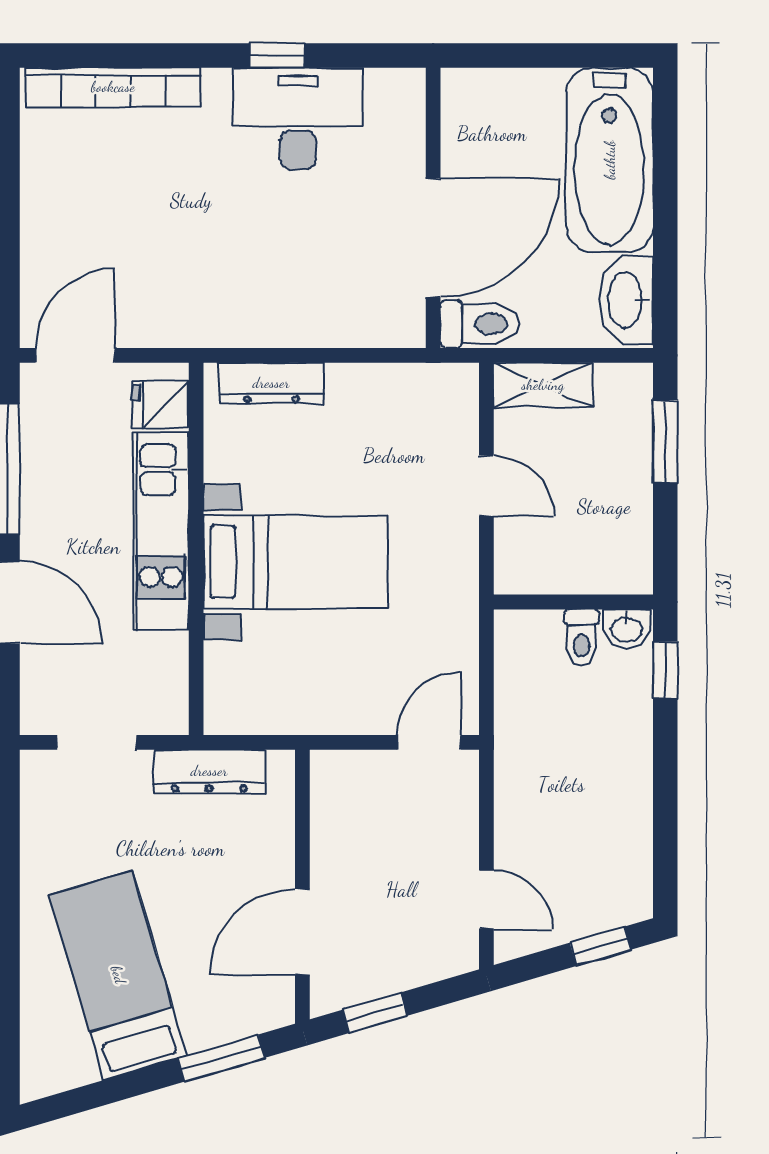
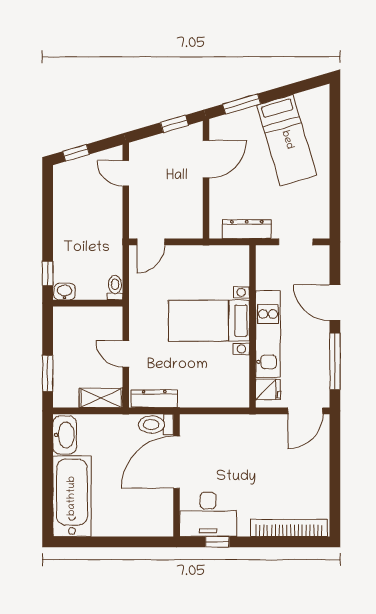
wall: (433, 208) -> (176, 475), moved
door: (433, 238) -> (176, 462), moved
toilet: (480, 324) -> (156, 425), moved
dresser: (271, 383) -> (154, 399), moved
toilet: (582, 638) -> (115, 288), moved

